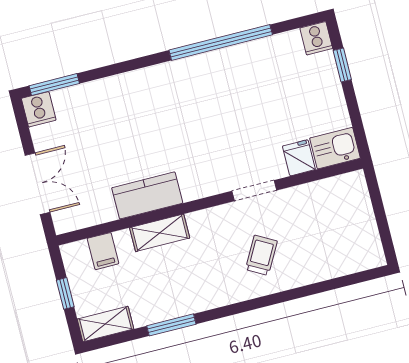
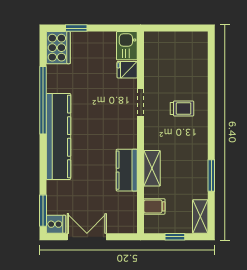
cooker: (316, 38) -> (58, 48), width x1.87, depth x1.31
kitchen counter: (172, 80) -> (58, 136), added
double door: (37, 184) -> (87, 237), moved
trolley: (261, 255) -> (182, 108), turned 151

